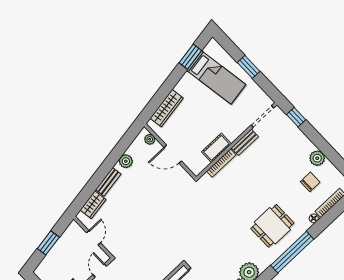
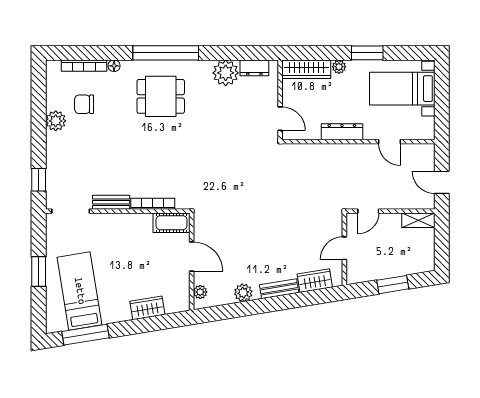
window: (190, 57) -> (85, 335), width x1.44
wardrobe: (167, 108) -> (147, 308), width x0.67
cot: (216, 148) -> (171, 223), moved

